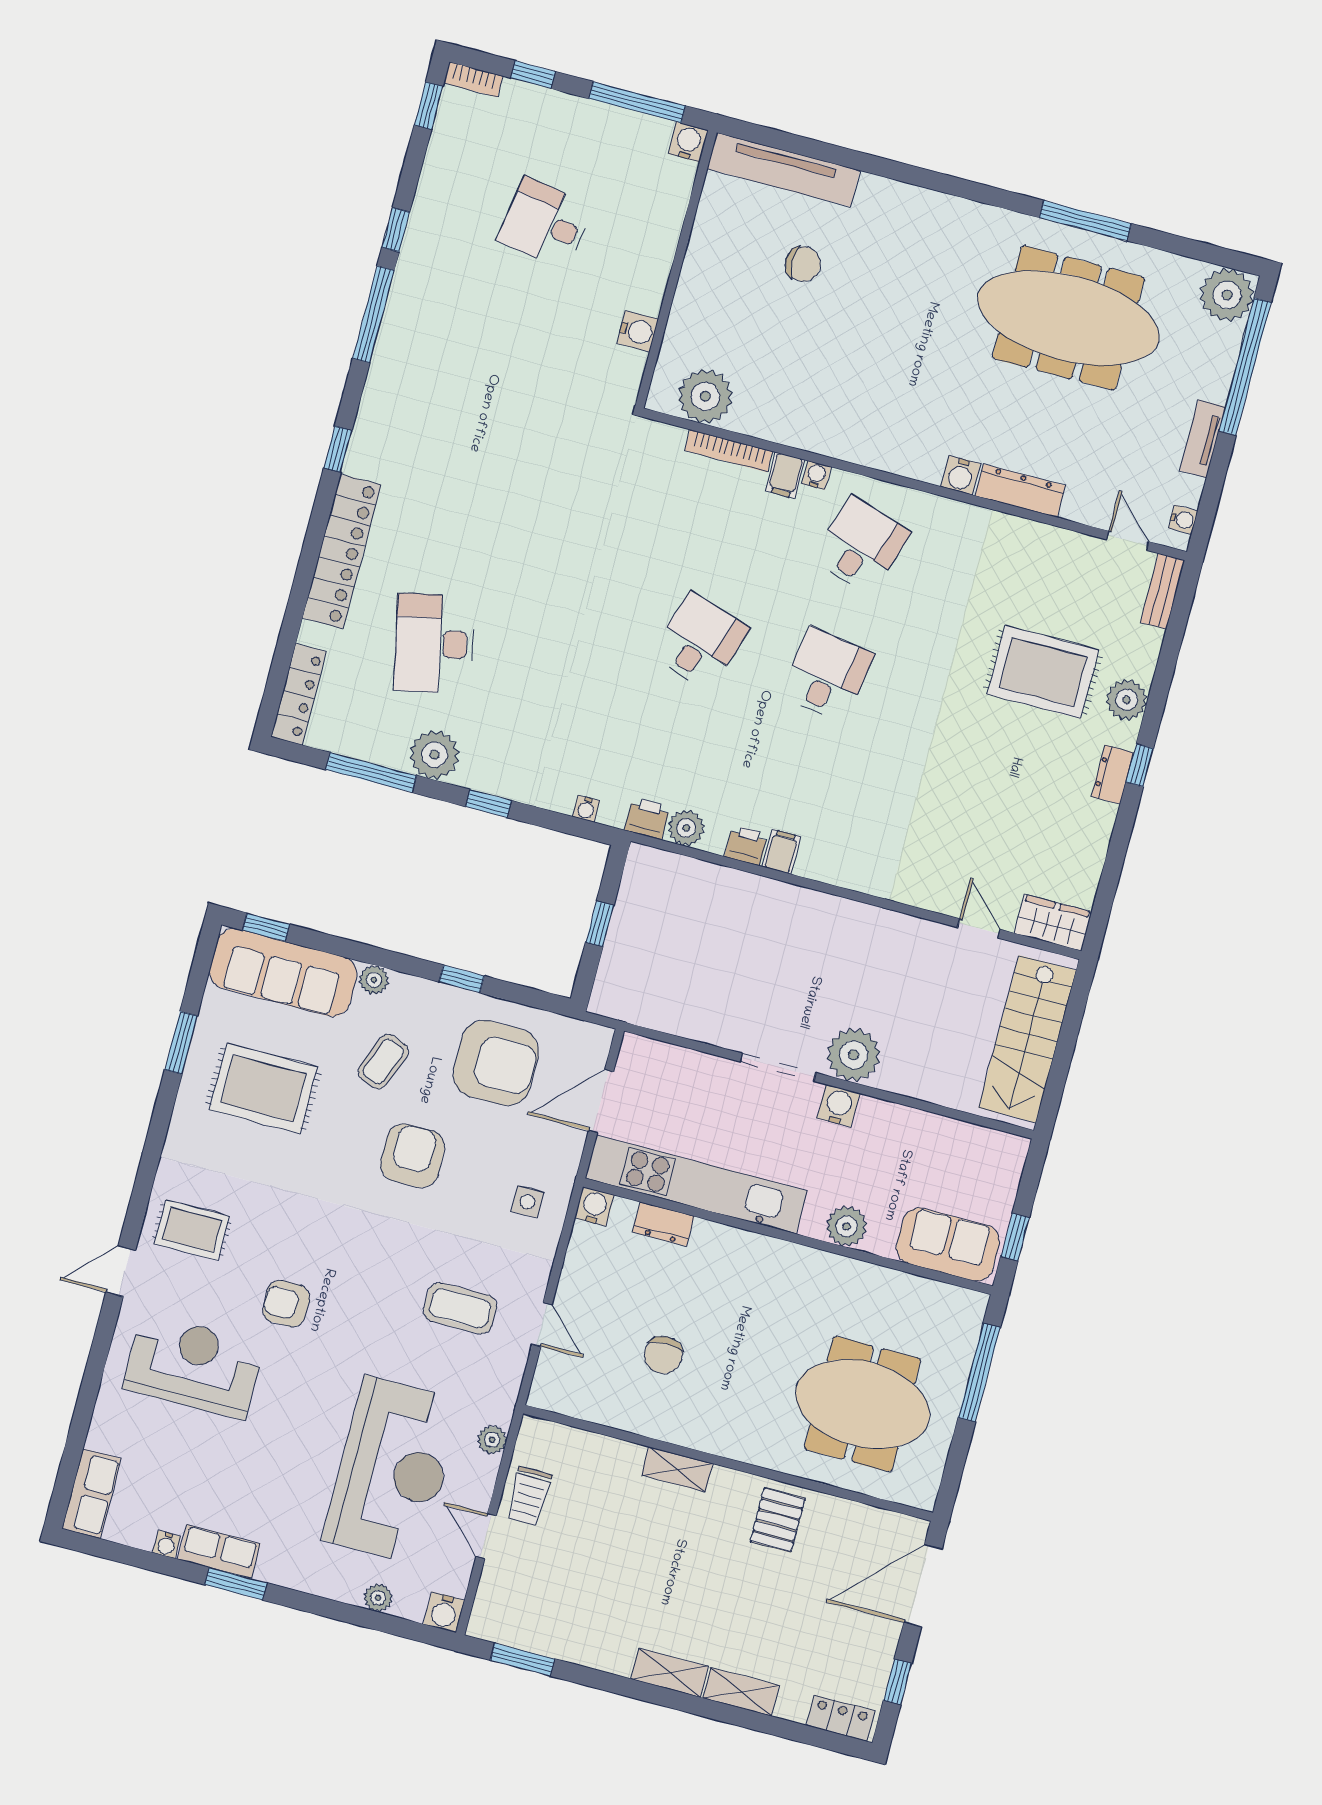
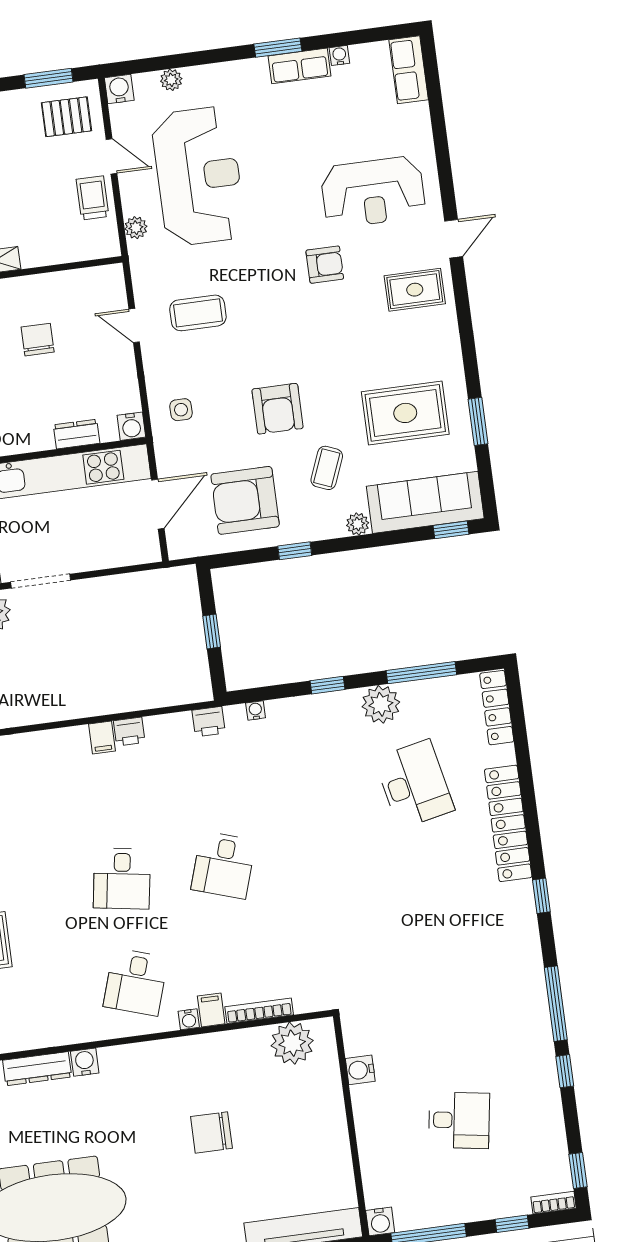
chair: (803, 264) -> (211, 1132), moved, width x1.37, depth x1.37
plant: (686, 828) -> (178, 726), removed
reception desk: (393, 1470) -> (198, 176), turned 180
pallet: (520, 1605) -> (66, 117), added

